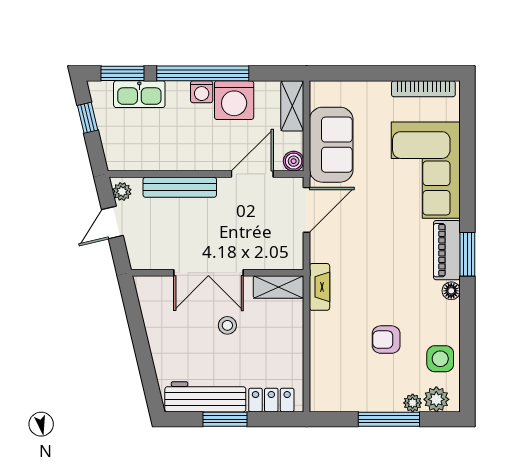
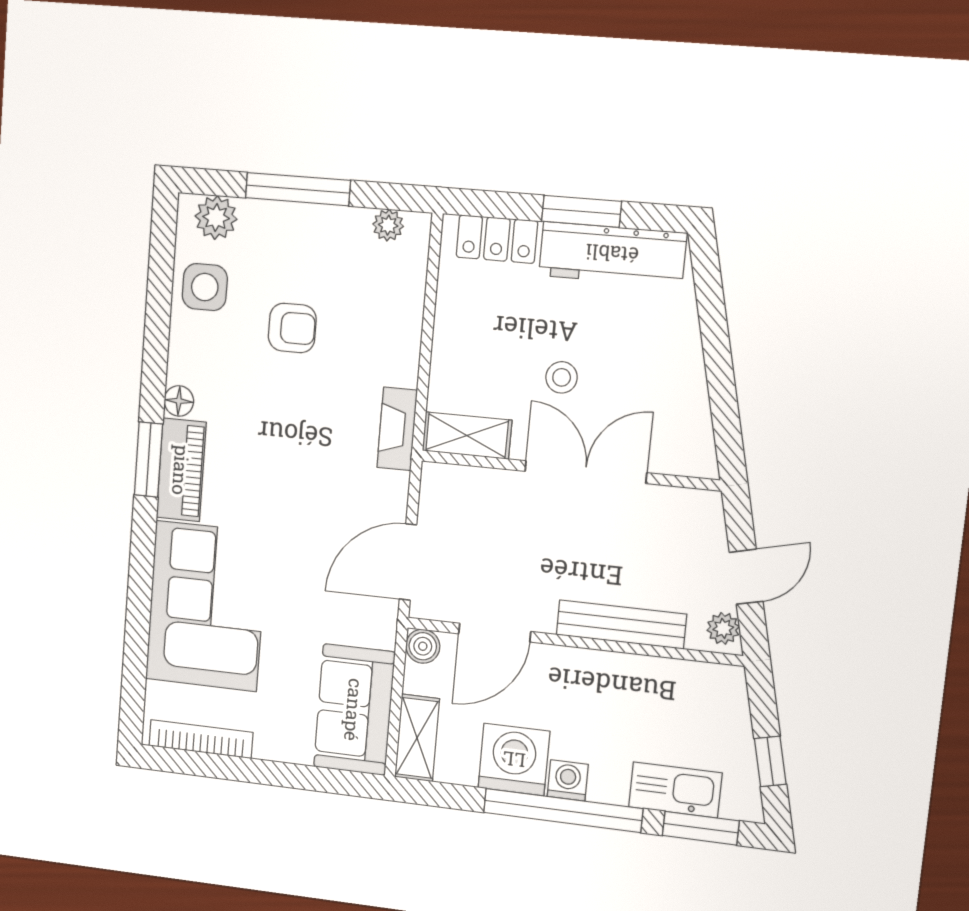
sofa: (331, 145) -> (354, 710), moved
plant: (413, 403) -> (388, 225), moved

